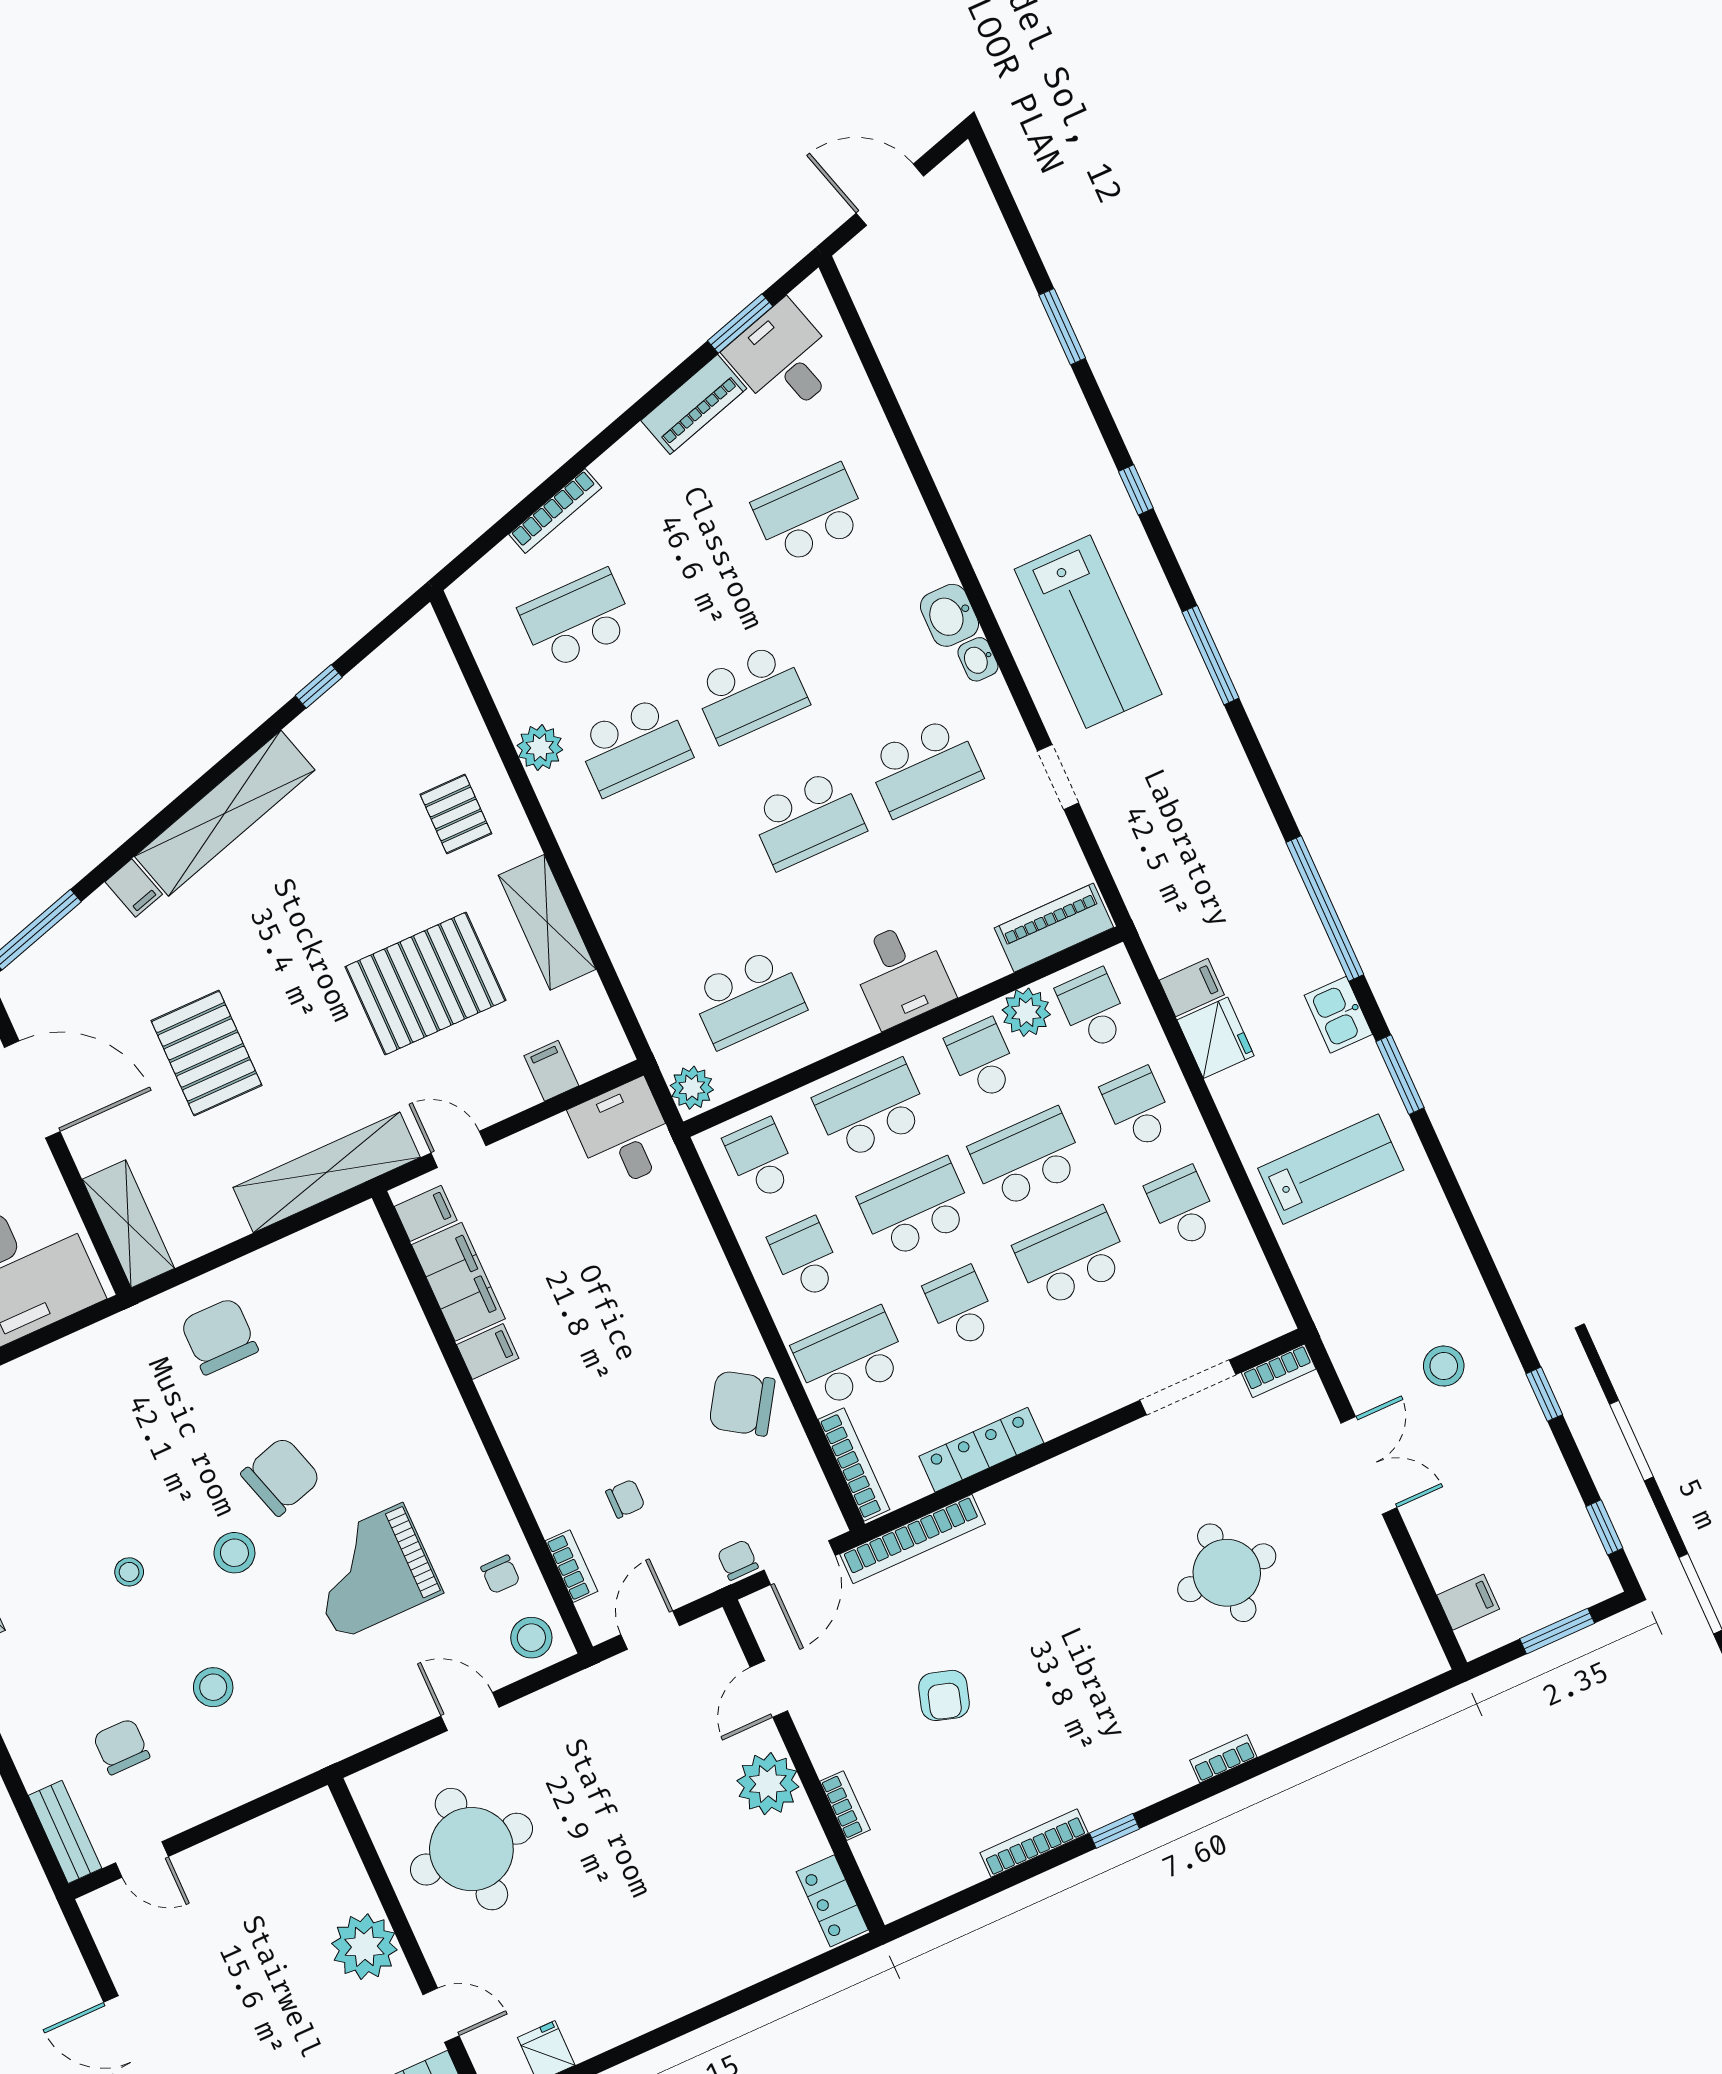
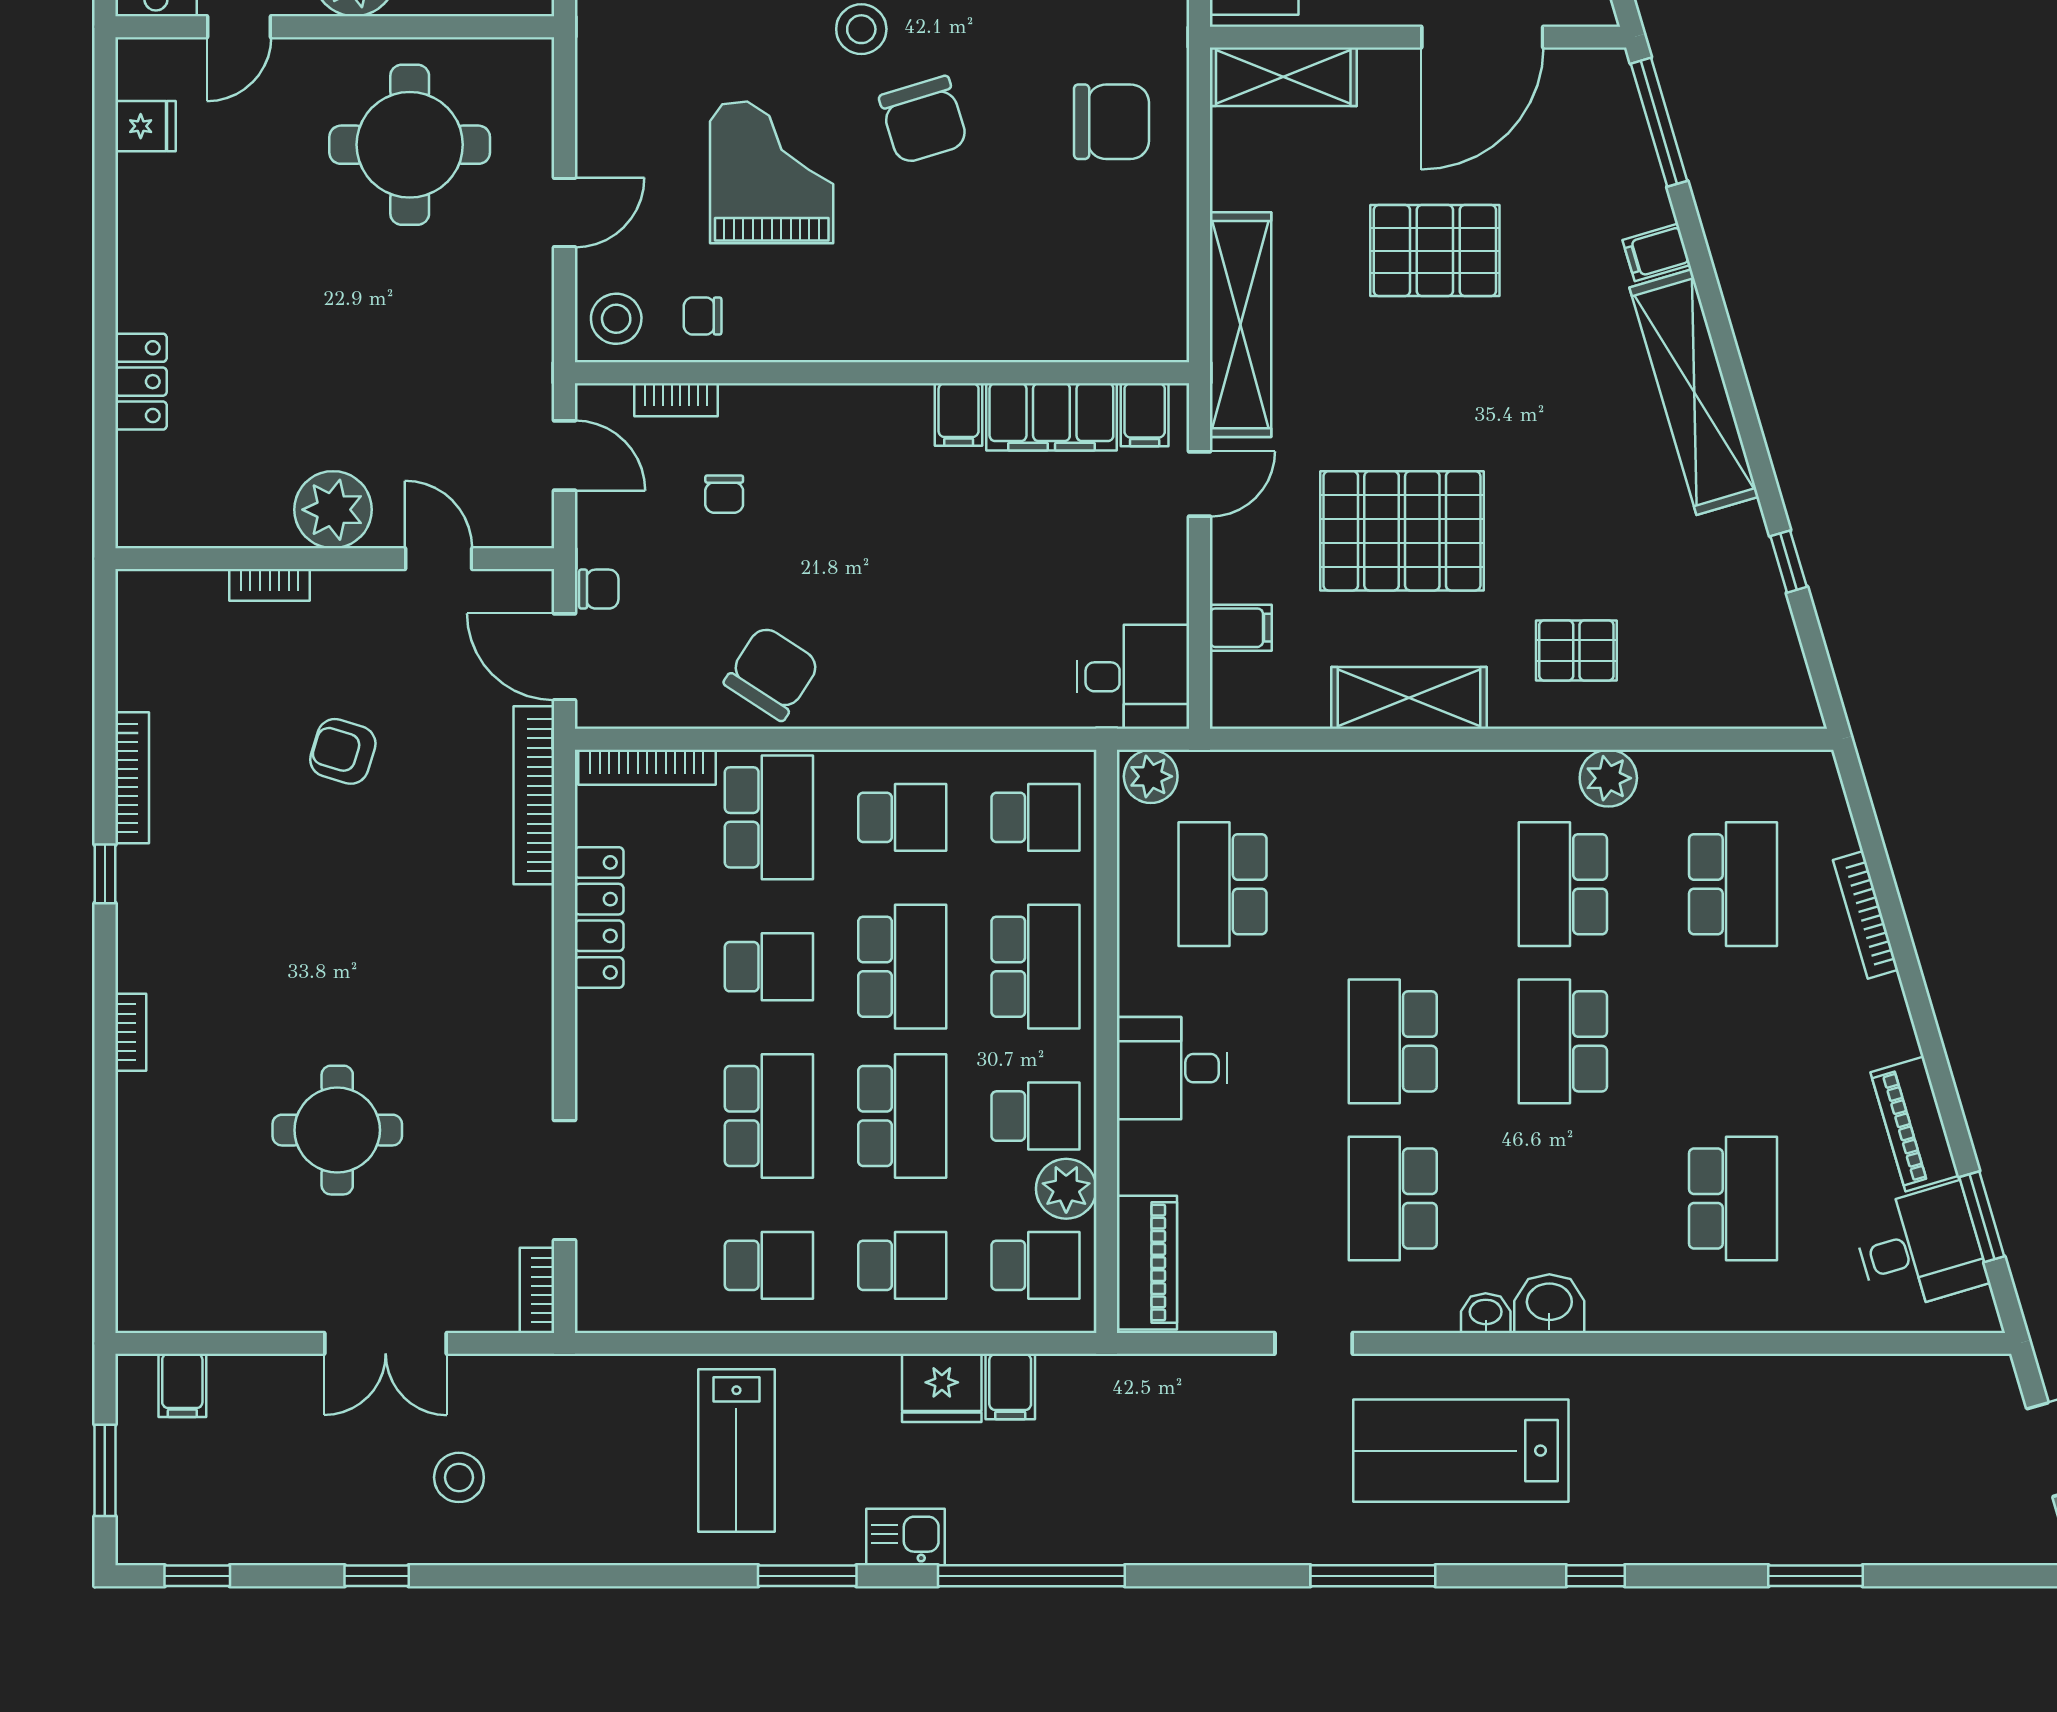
pallet: (426, 984) -> (1402, 531), turned 90
locker: (832, 1901) -> (141, 382), moved, turned 90

